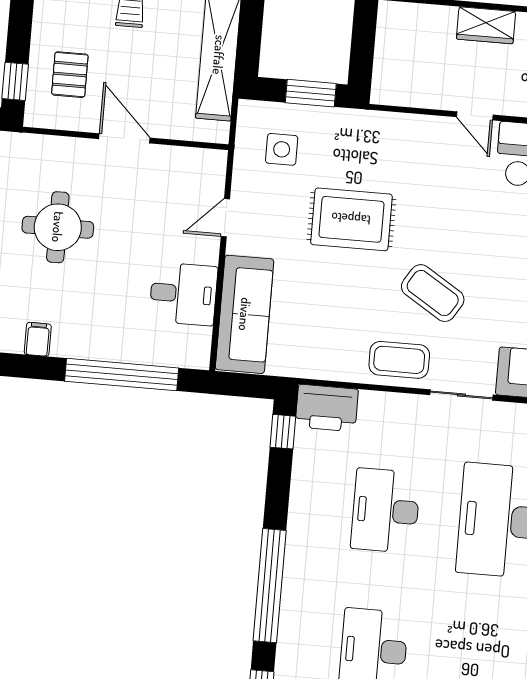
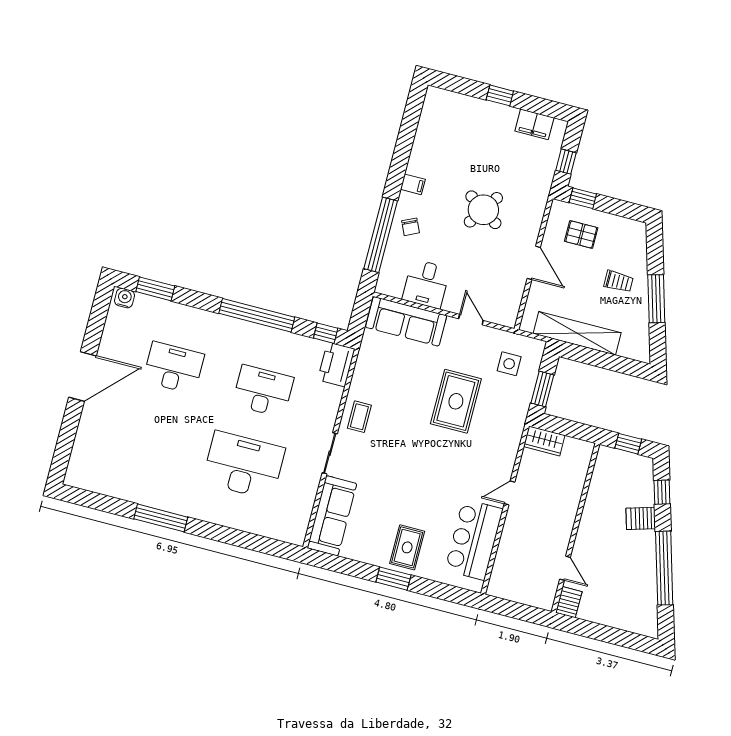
wardrobe: (486, 25) -> (544, 441), moved, turned -90
door: (124, 138) -> (534, 263), hinge flipped
round table: (58, 227) -> (483, 210), turned 34
coffee table: (433, 293) -> (399, 446), removed
chair: (102, 332) -> (411, 227), added
coffee table: (399, 360) -> (359, 417), width x0.73, depth x0.77
window: (270, 586) -> (257, 315), moved

